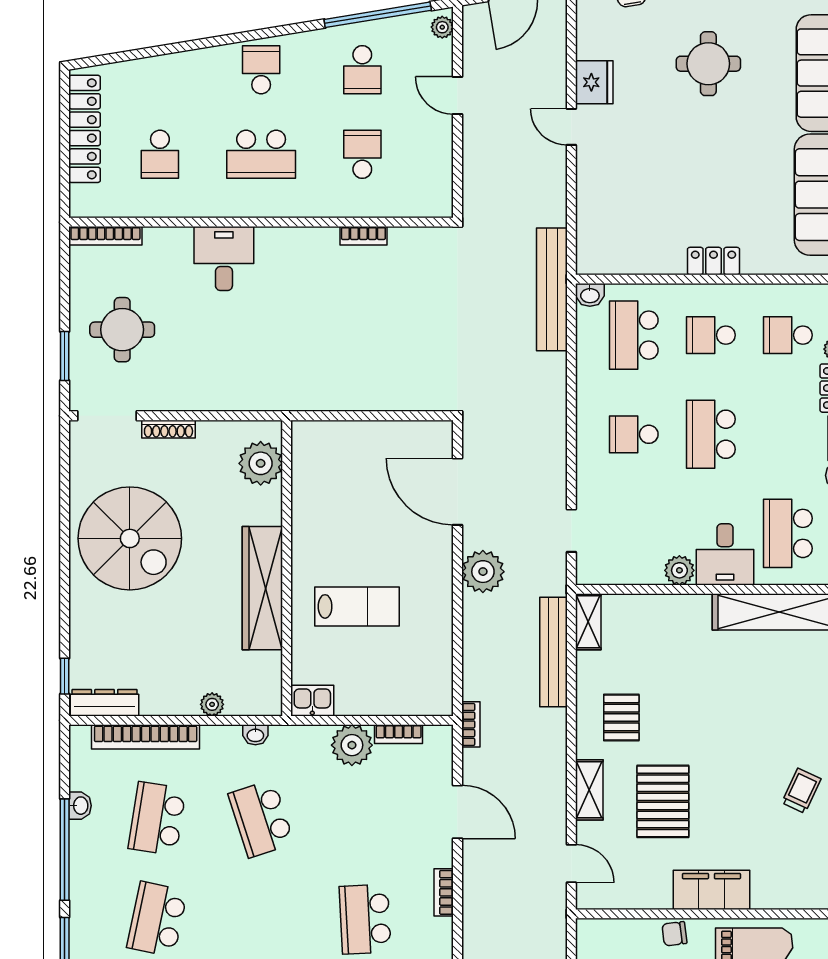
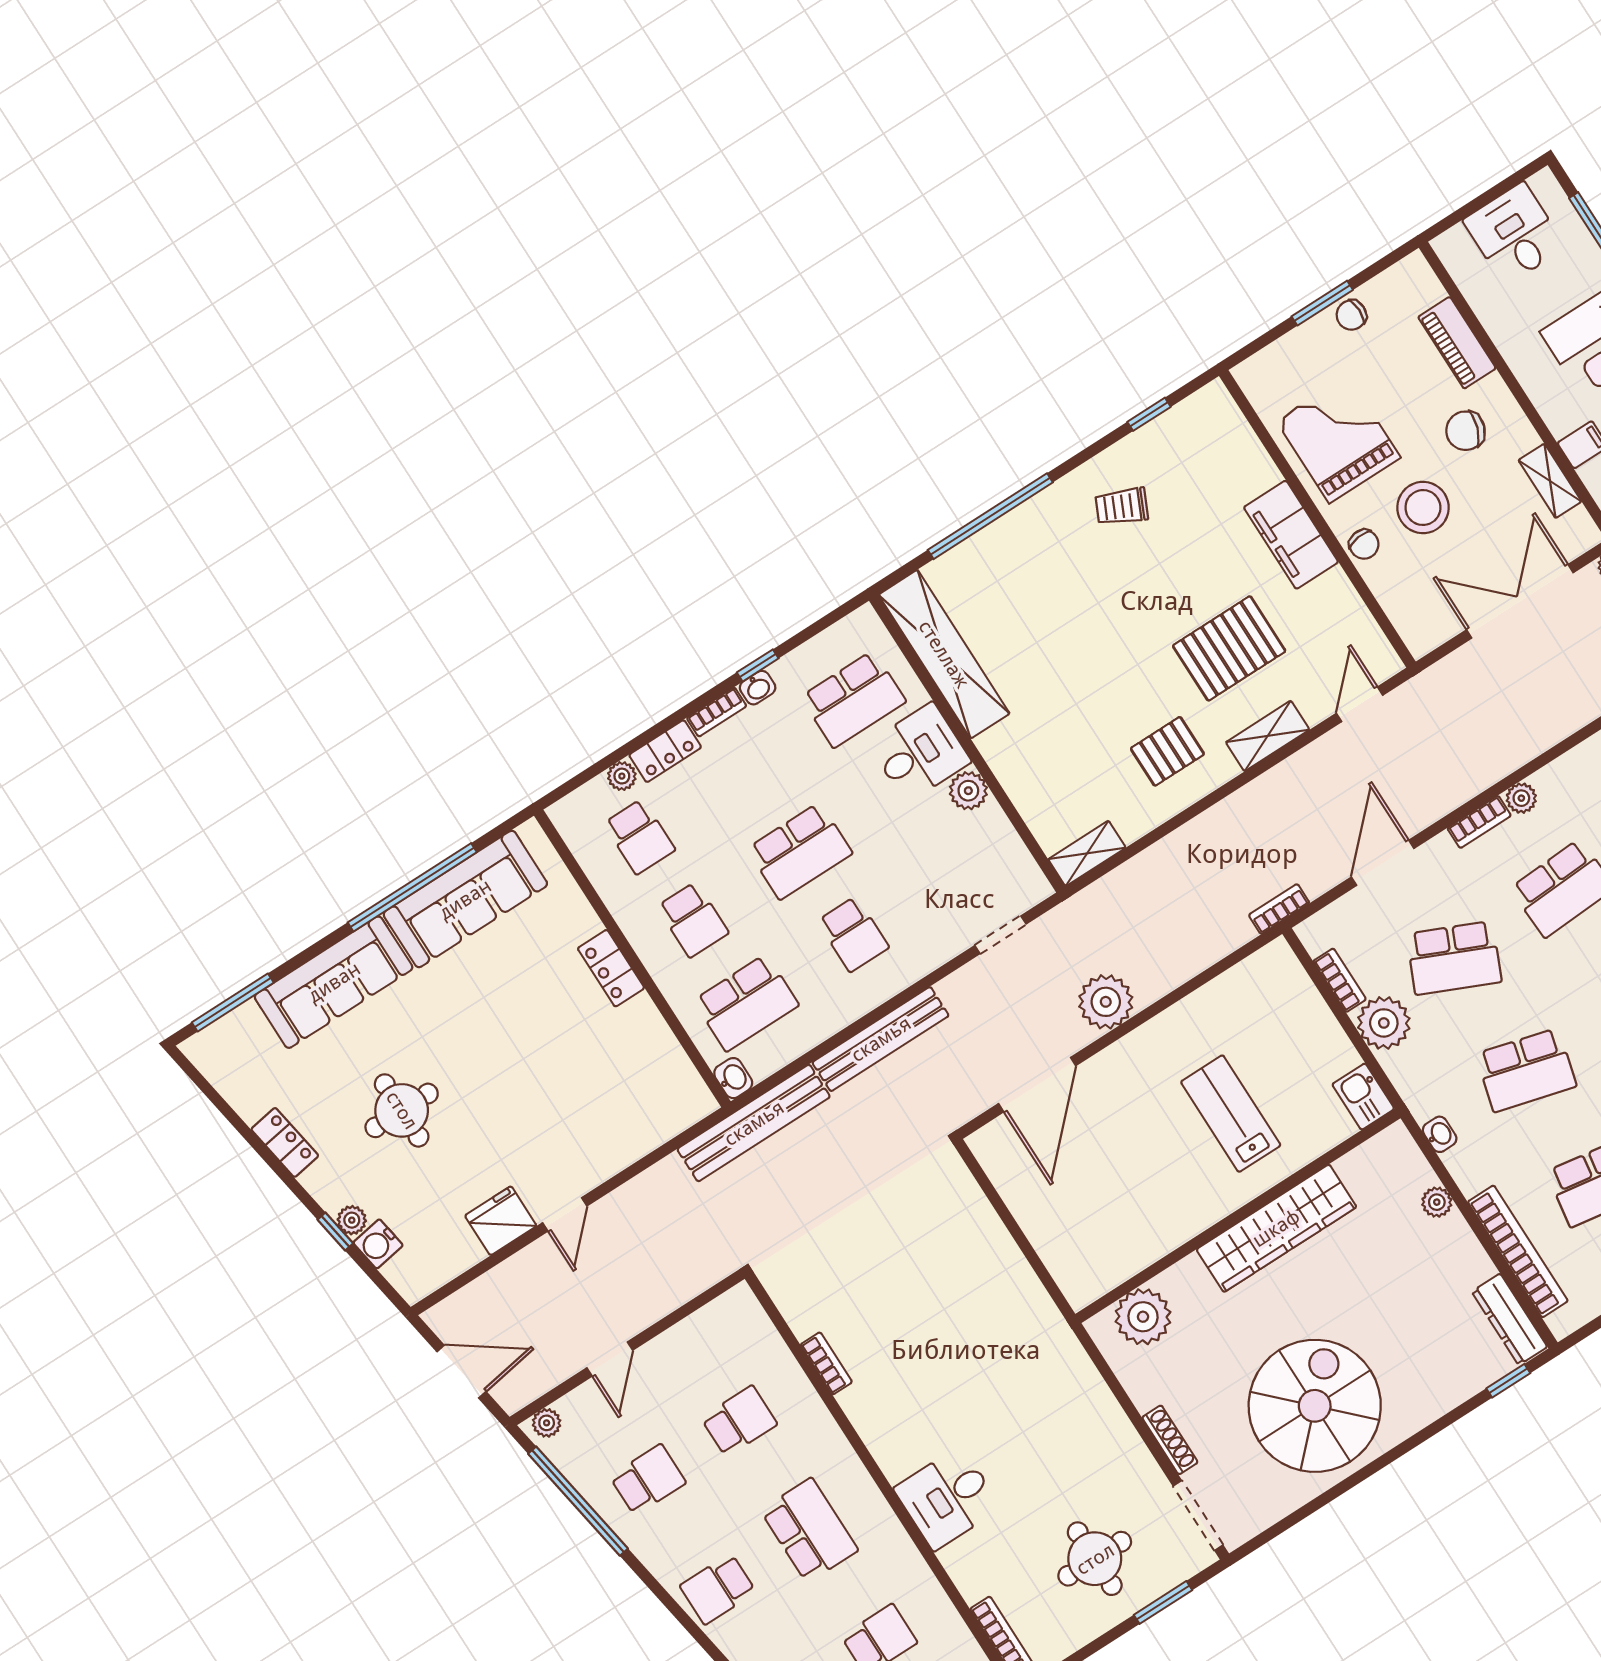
school desk: (362, 154) -> (739, 1421), turned 180
bench: (553, 652) -> (881, 1039), moved
school desk: (261, 819) -> (1526, 1070), turned 33
school desk: (365, 819) -> (1454, 958), added
plant: (442, 930) -> (1521, 798), added

